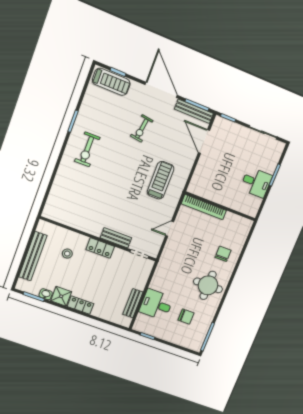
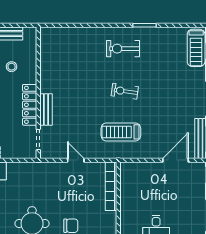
exercise bike: (142, 128) -> (125, 91), moved
treadmill: (161, 180) -> (121, 132), turned 180
locker: (100, 248) -> (30, 105), width x1.53

